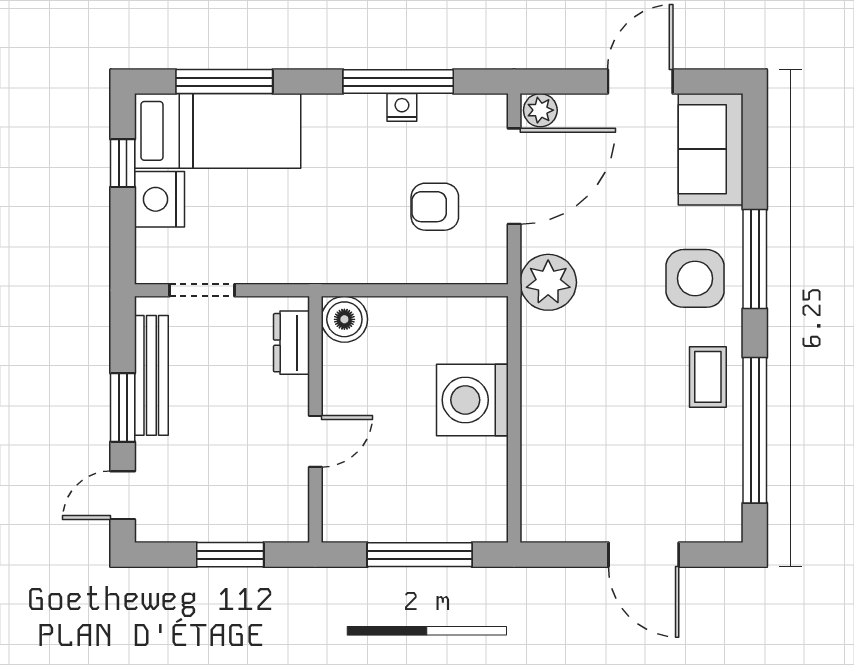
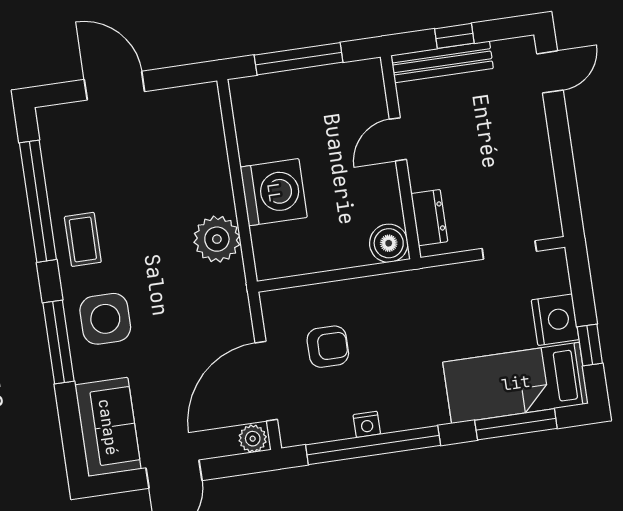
window: (398, 82) -> (373, 445), width x1.46
plant: (548, 282) -> (217, 239), moved
bench: (151, 375) -> (442, 62), moved, turned 90
window: (123, 408) -> (560, 144), removed
window: (230, 555) -> (454, 36), width x0.67

